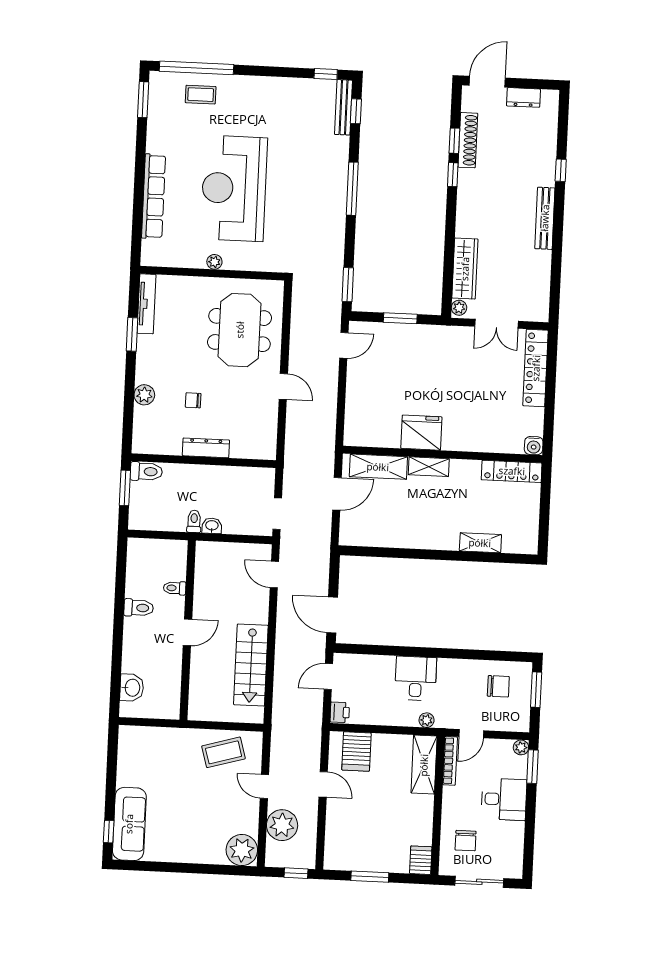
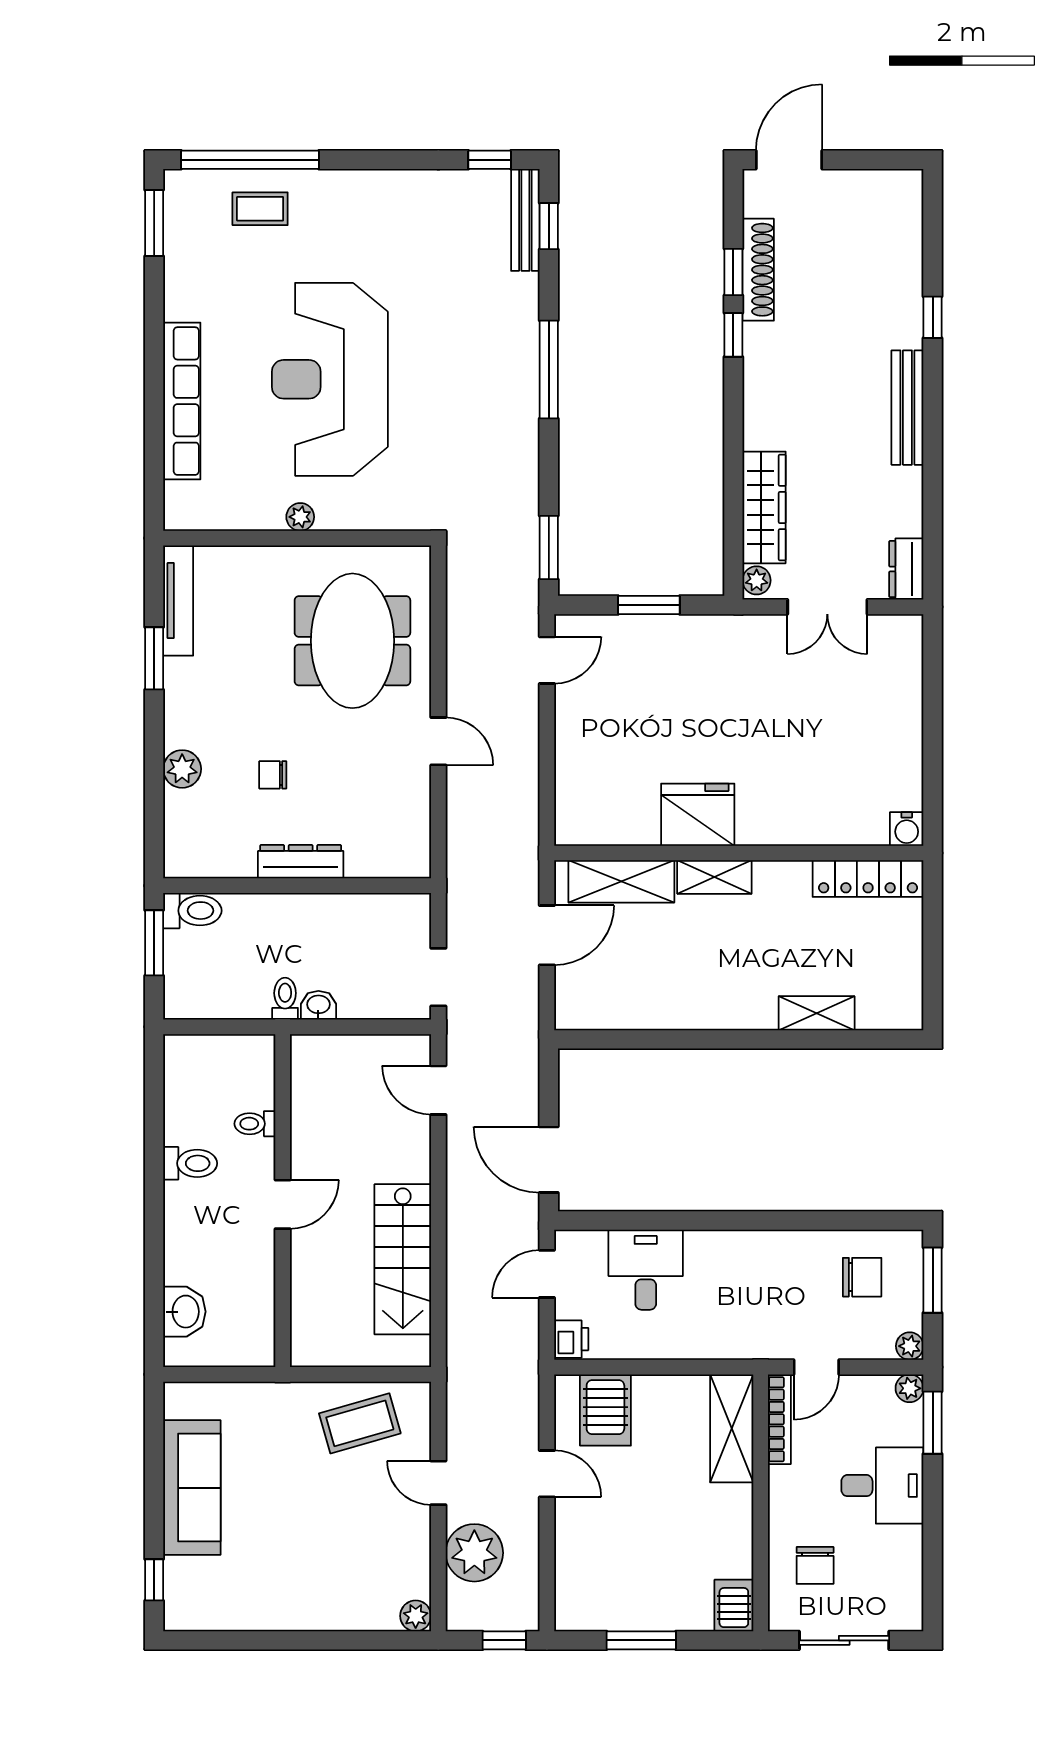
dresser: (523, 97) -> (906, 569), moved, turned 90
locker: (536, 368) -> (903, 685), removed
desk: (416, 678) -> (646, 1270), moved
plant: (427, 720) -> (910, 1346), moved
sofa: (129, 824) -> (192, 1488), moved
plant: (242, 850) -> (416, 1616), width x0.53, depth x0.53

